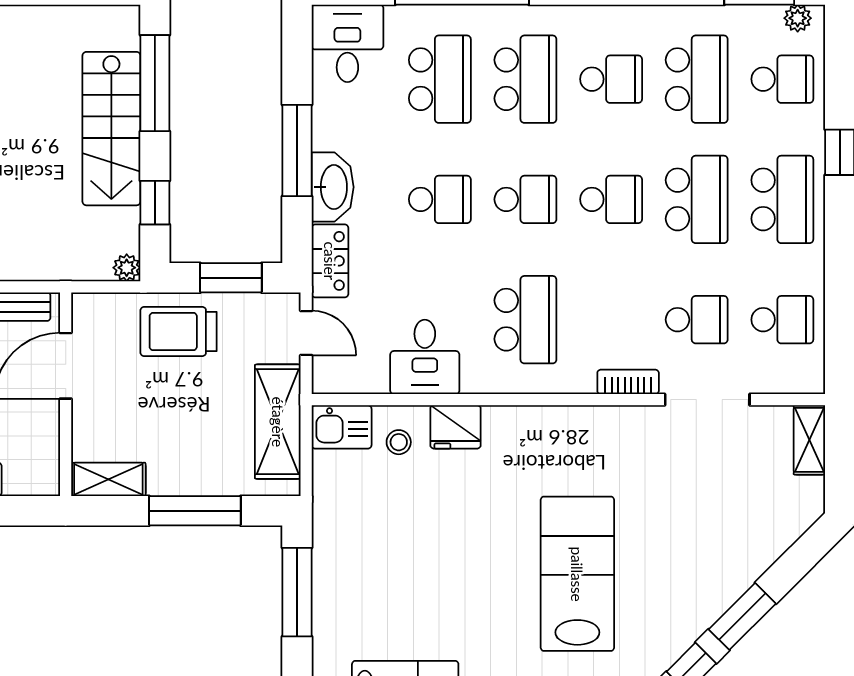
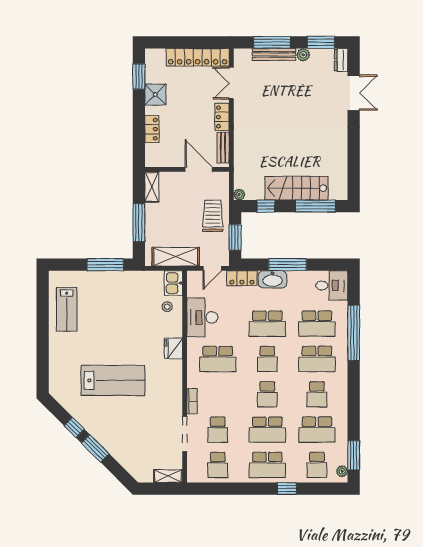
school desk: (440, 199) -> (267, 324), width x1.85
desk: (425, 357) -> (202, 317), width x1.37
fridge: (456, 427) -> (173, 348), moved

